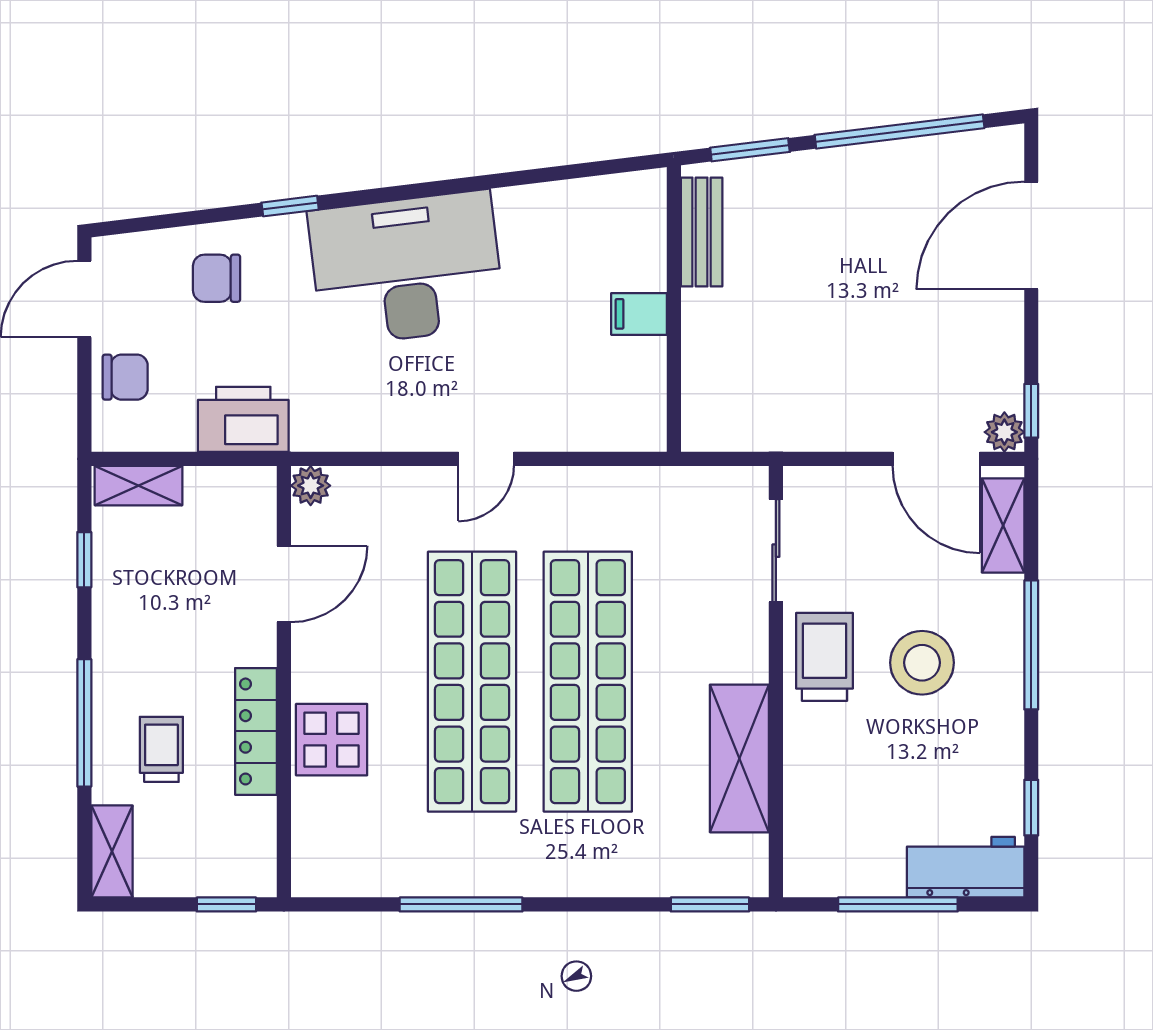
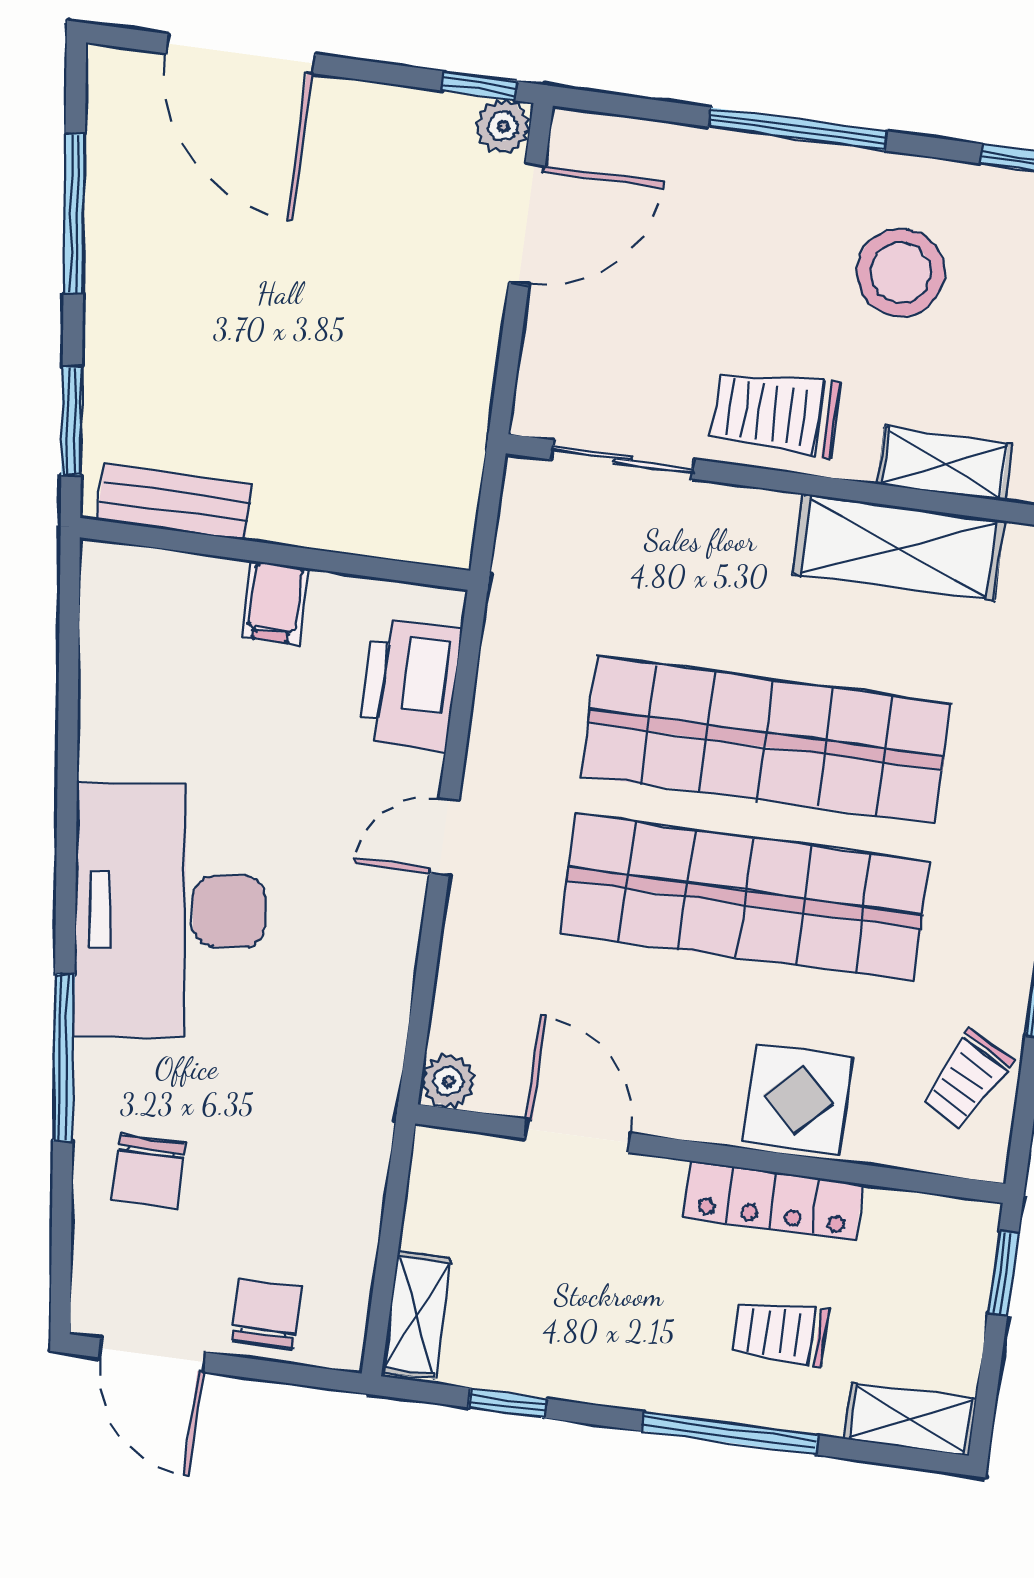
window: (900, 131) -> (74, 214), width x0.68
window: (290, 206) -> (64, 1058), width x2.17
printer: (243, 419) -> (410, 684), moved
door: (486, 459) -> (444, 837), swing flipped
shelving: (1003, 525) -> (945, 464), moved
stool: (922, 663) -> (901, 272), moved
trolley: (362, 859) -> (967, 1080), added

